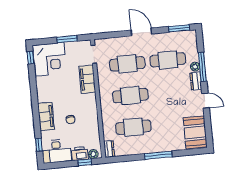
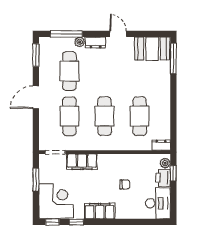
window: (202, 67) -> (66, 34), moved
door: (206, 101) -> (118, 34), hinge flipped
filing cabinet: (46, 116) -> (100, 211), moved
window: (39, 145) -> (76, 222), moved
window: (158, 155) -> (173, 59), moved

